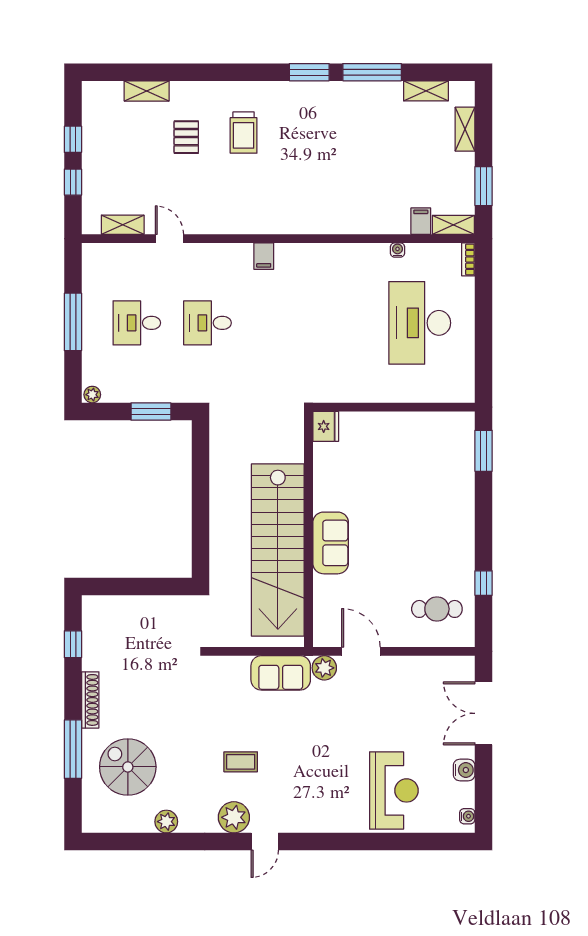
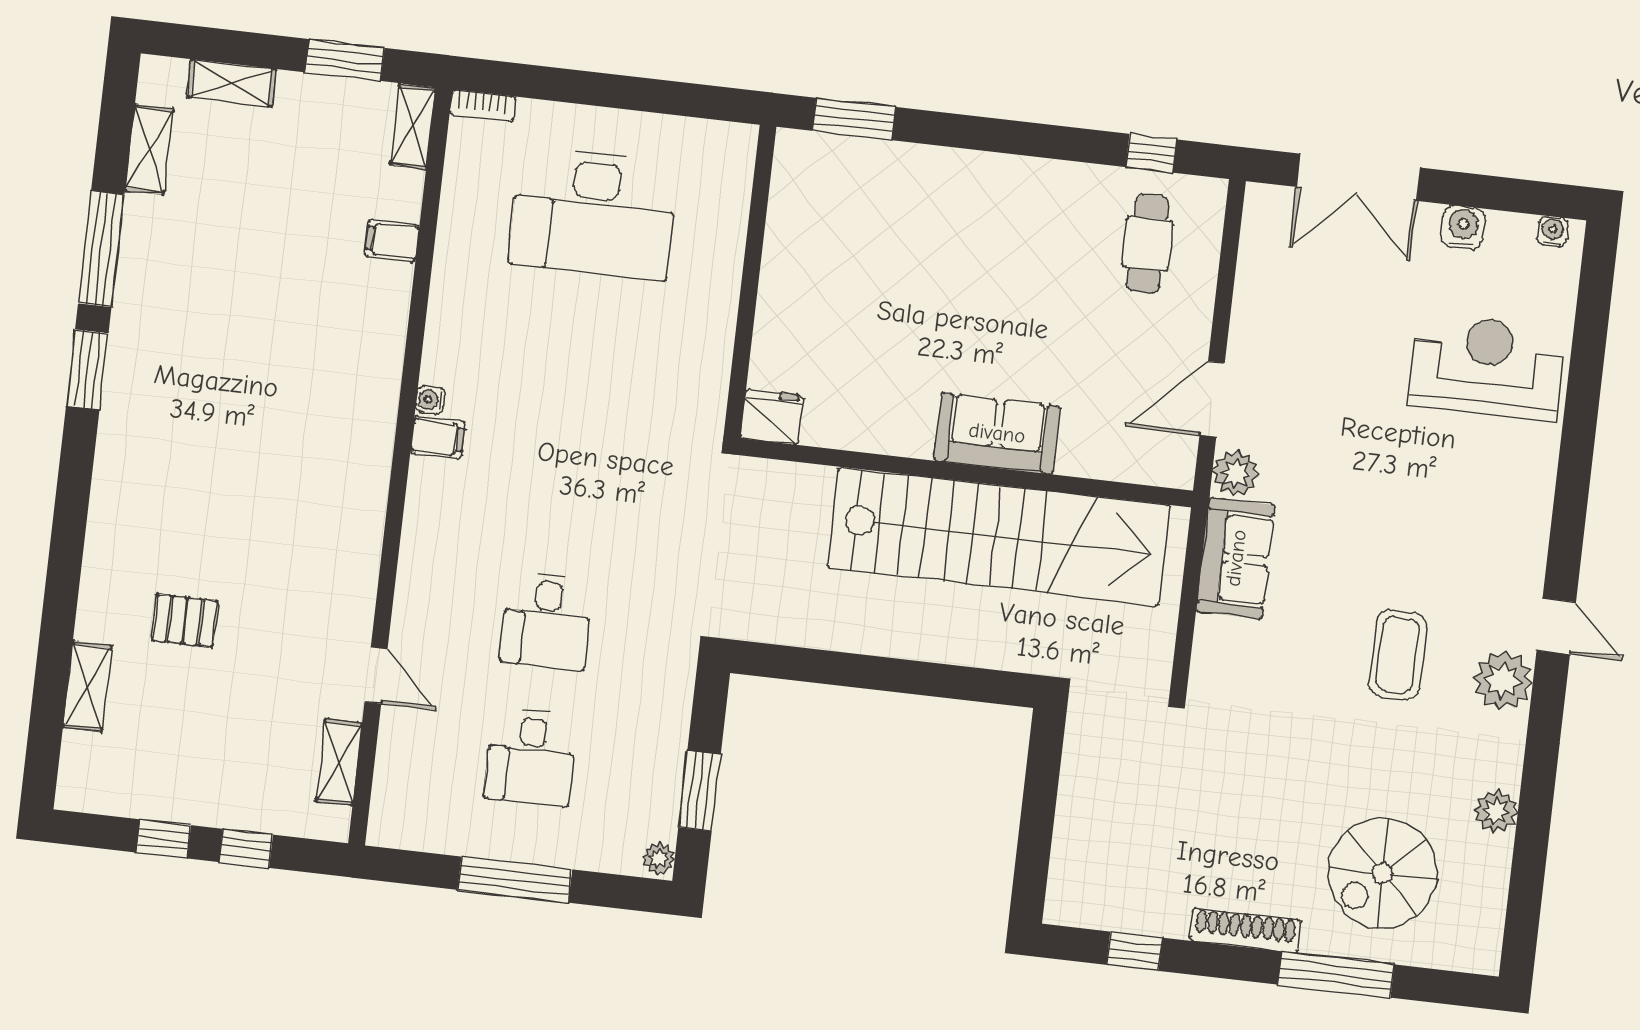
trolley: (244, 133) -> (189, 509), removed
filing cabinet: (421, 221) -> (392, 241), moved
door: (169, 239) -> (376, 676), swing flipped
water cooler: (397, 250) -> (430, 400), moved
filing cabinet: (264, 256) -> (438, 437), moved
window: (151, 411) -> (699, 791), moved
window: (484, 583) -> (1151, 153), moved
coffee table: (241, 762) -> (1398, 655), width x1.36, depth x1.30

